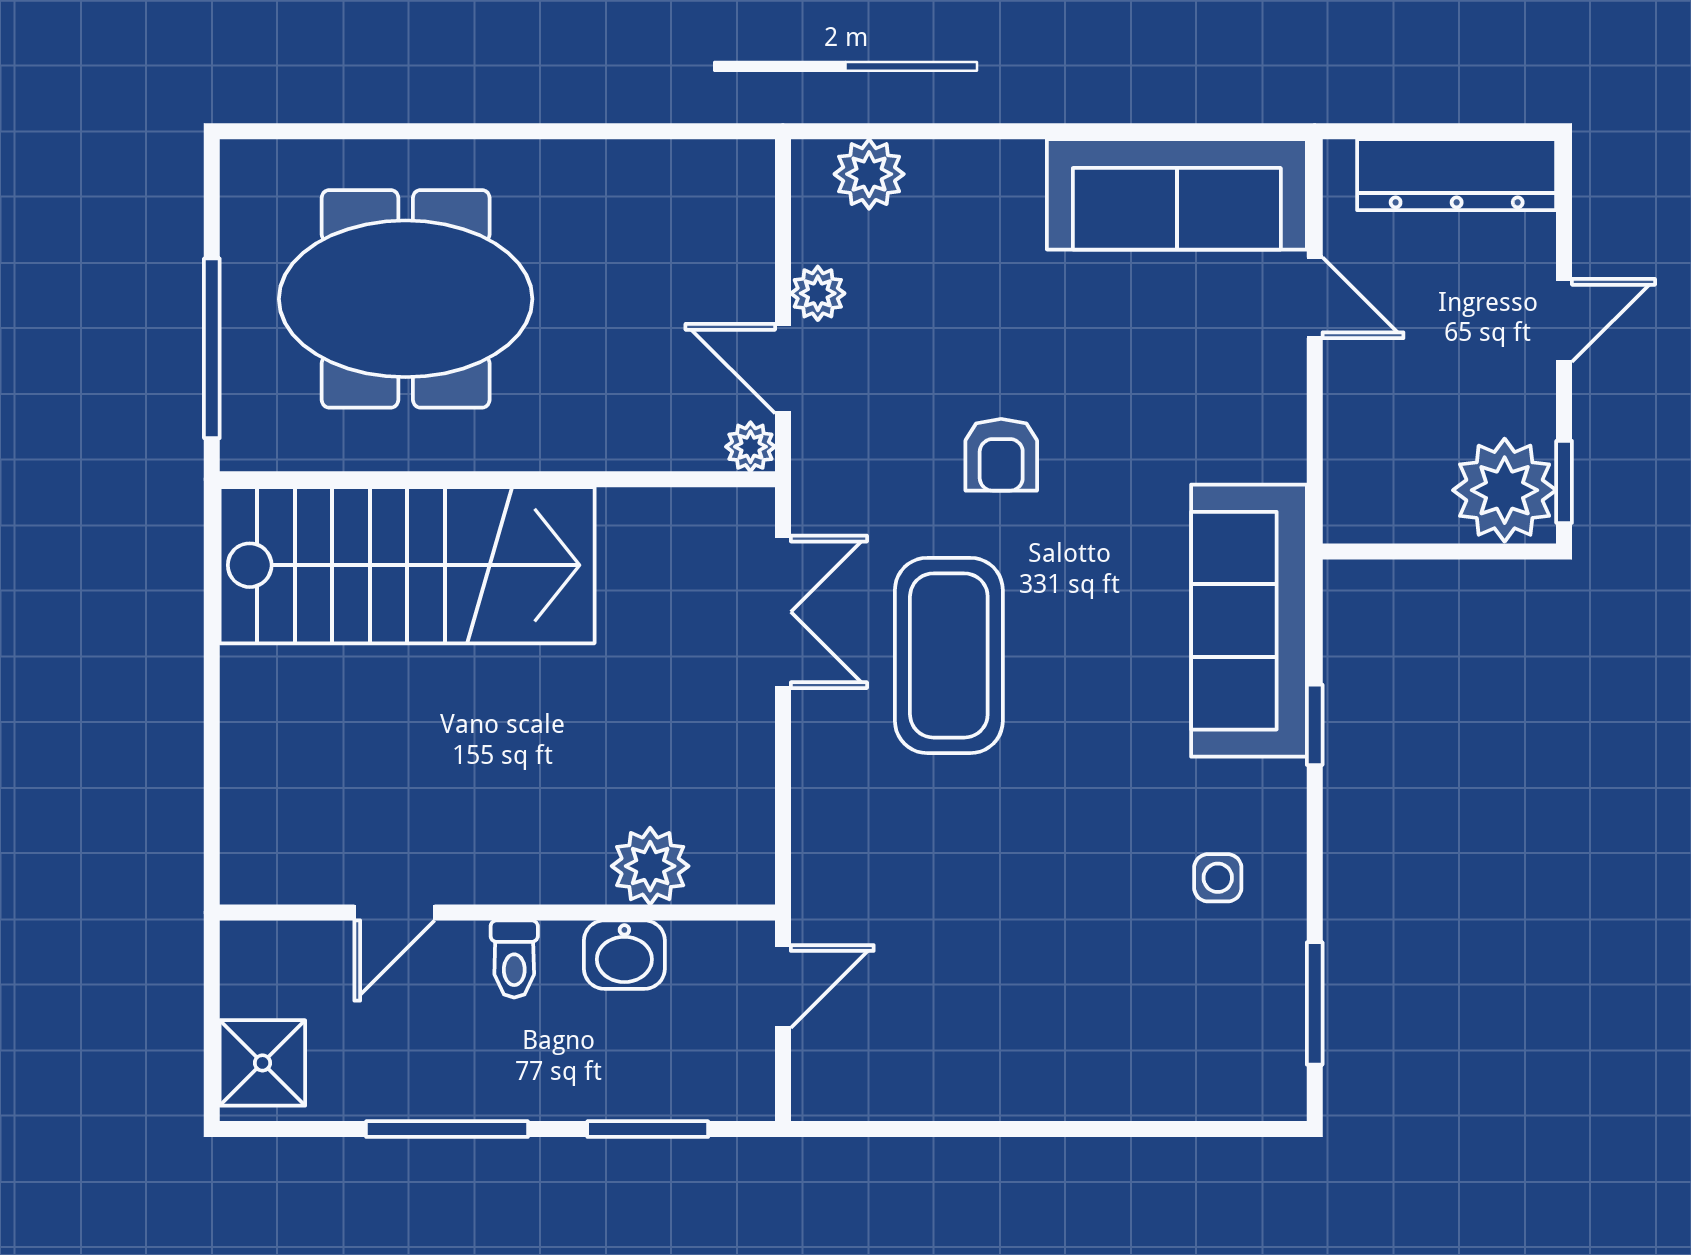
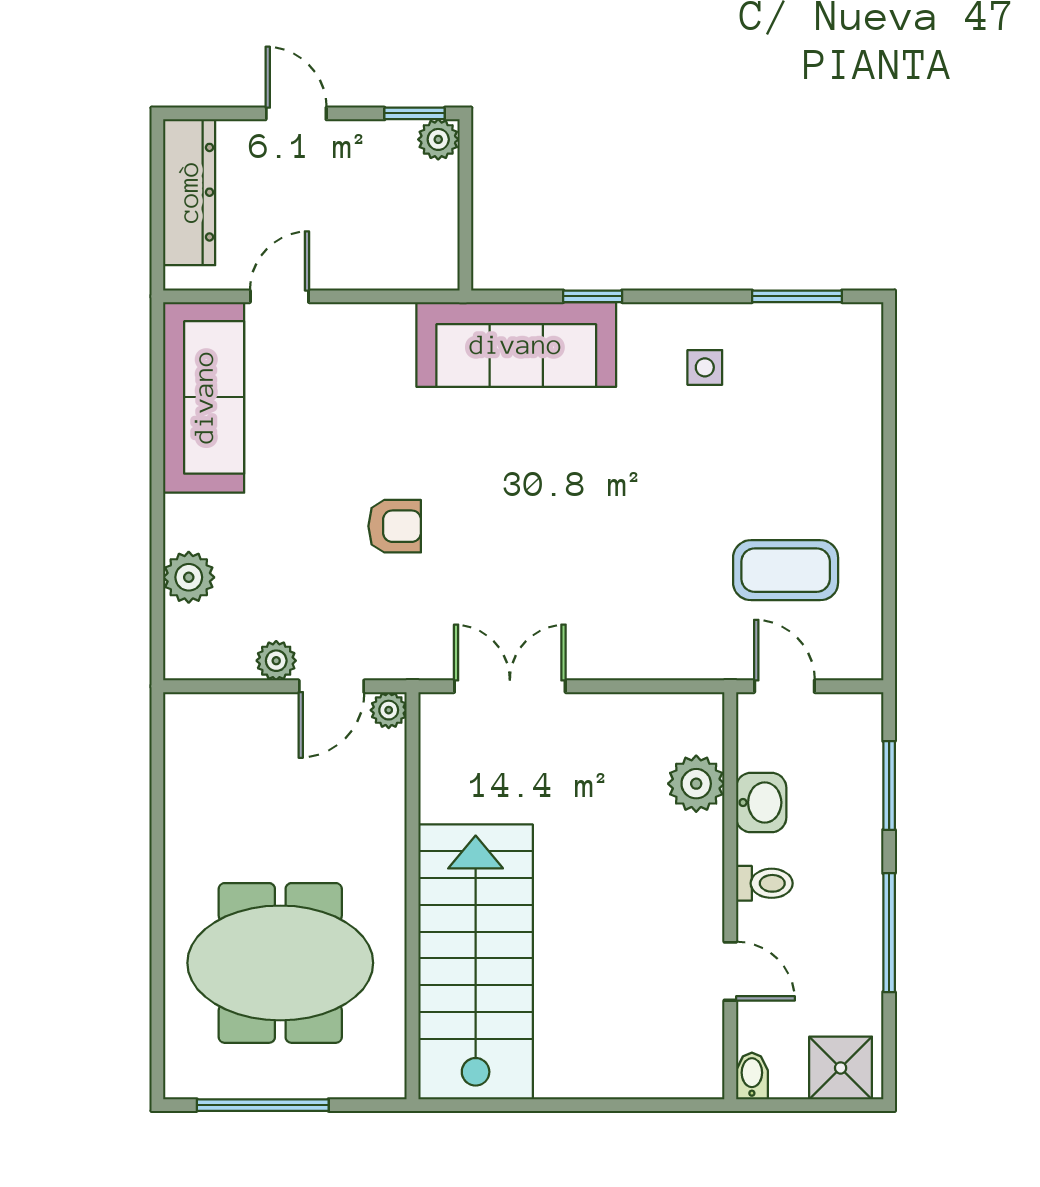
plant: (869, 174) -> (189, 577), moved
meeting table: (406, 299) -> (280, 963), turned 90
window: (212, 348) -> (263, 1105), moved
plant: (1505, 490) -> (438, 139), width x0.53, depth x0.53
coffee table: (949, 655) -> (786, 570), moved, width x0.73, depth x0.76
bidet: (252, 942) -> (752, 1076), added

